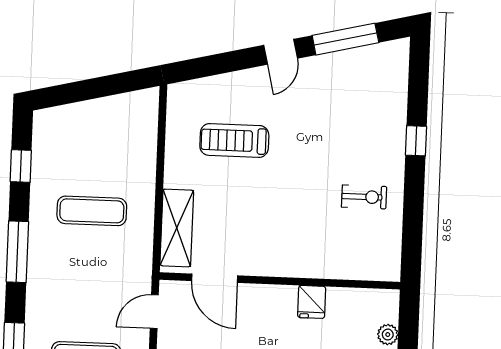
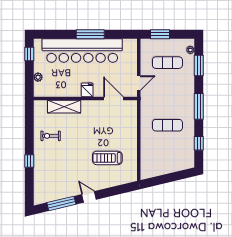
door: (281, 52) -> (89, 197), hinge flipped
treadmill: (234, 140) -> (107, 158), turned 180
shelving: (177, 228) -> (64, 107), moved, turned 90
fridge: (312, 302) -> (87, 90), moved

